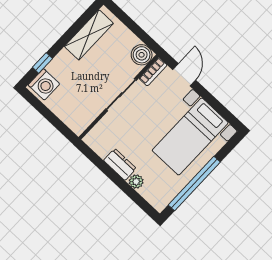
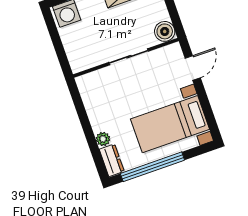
bookcase: (153, 72) -> (167, 51), removed
dresser: (120, 164) -> (112, 160), moved

